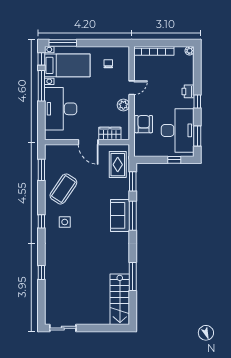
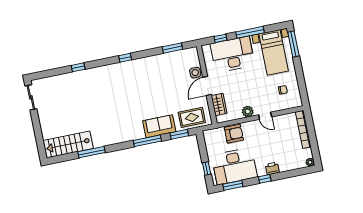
window: (41, 59) -> (220, 38), moved
coffee table: (63, 189) -> (159, 72), removed
sofa: (120, 215) -> (159, 126), moved
side table: (65, 222) -> (195, 73), moved

